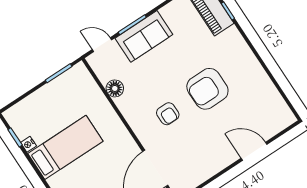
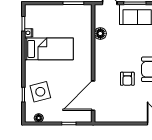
armchair: (168, 114) -> (127, 79), moved

